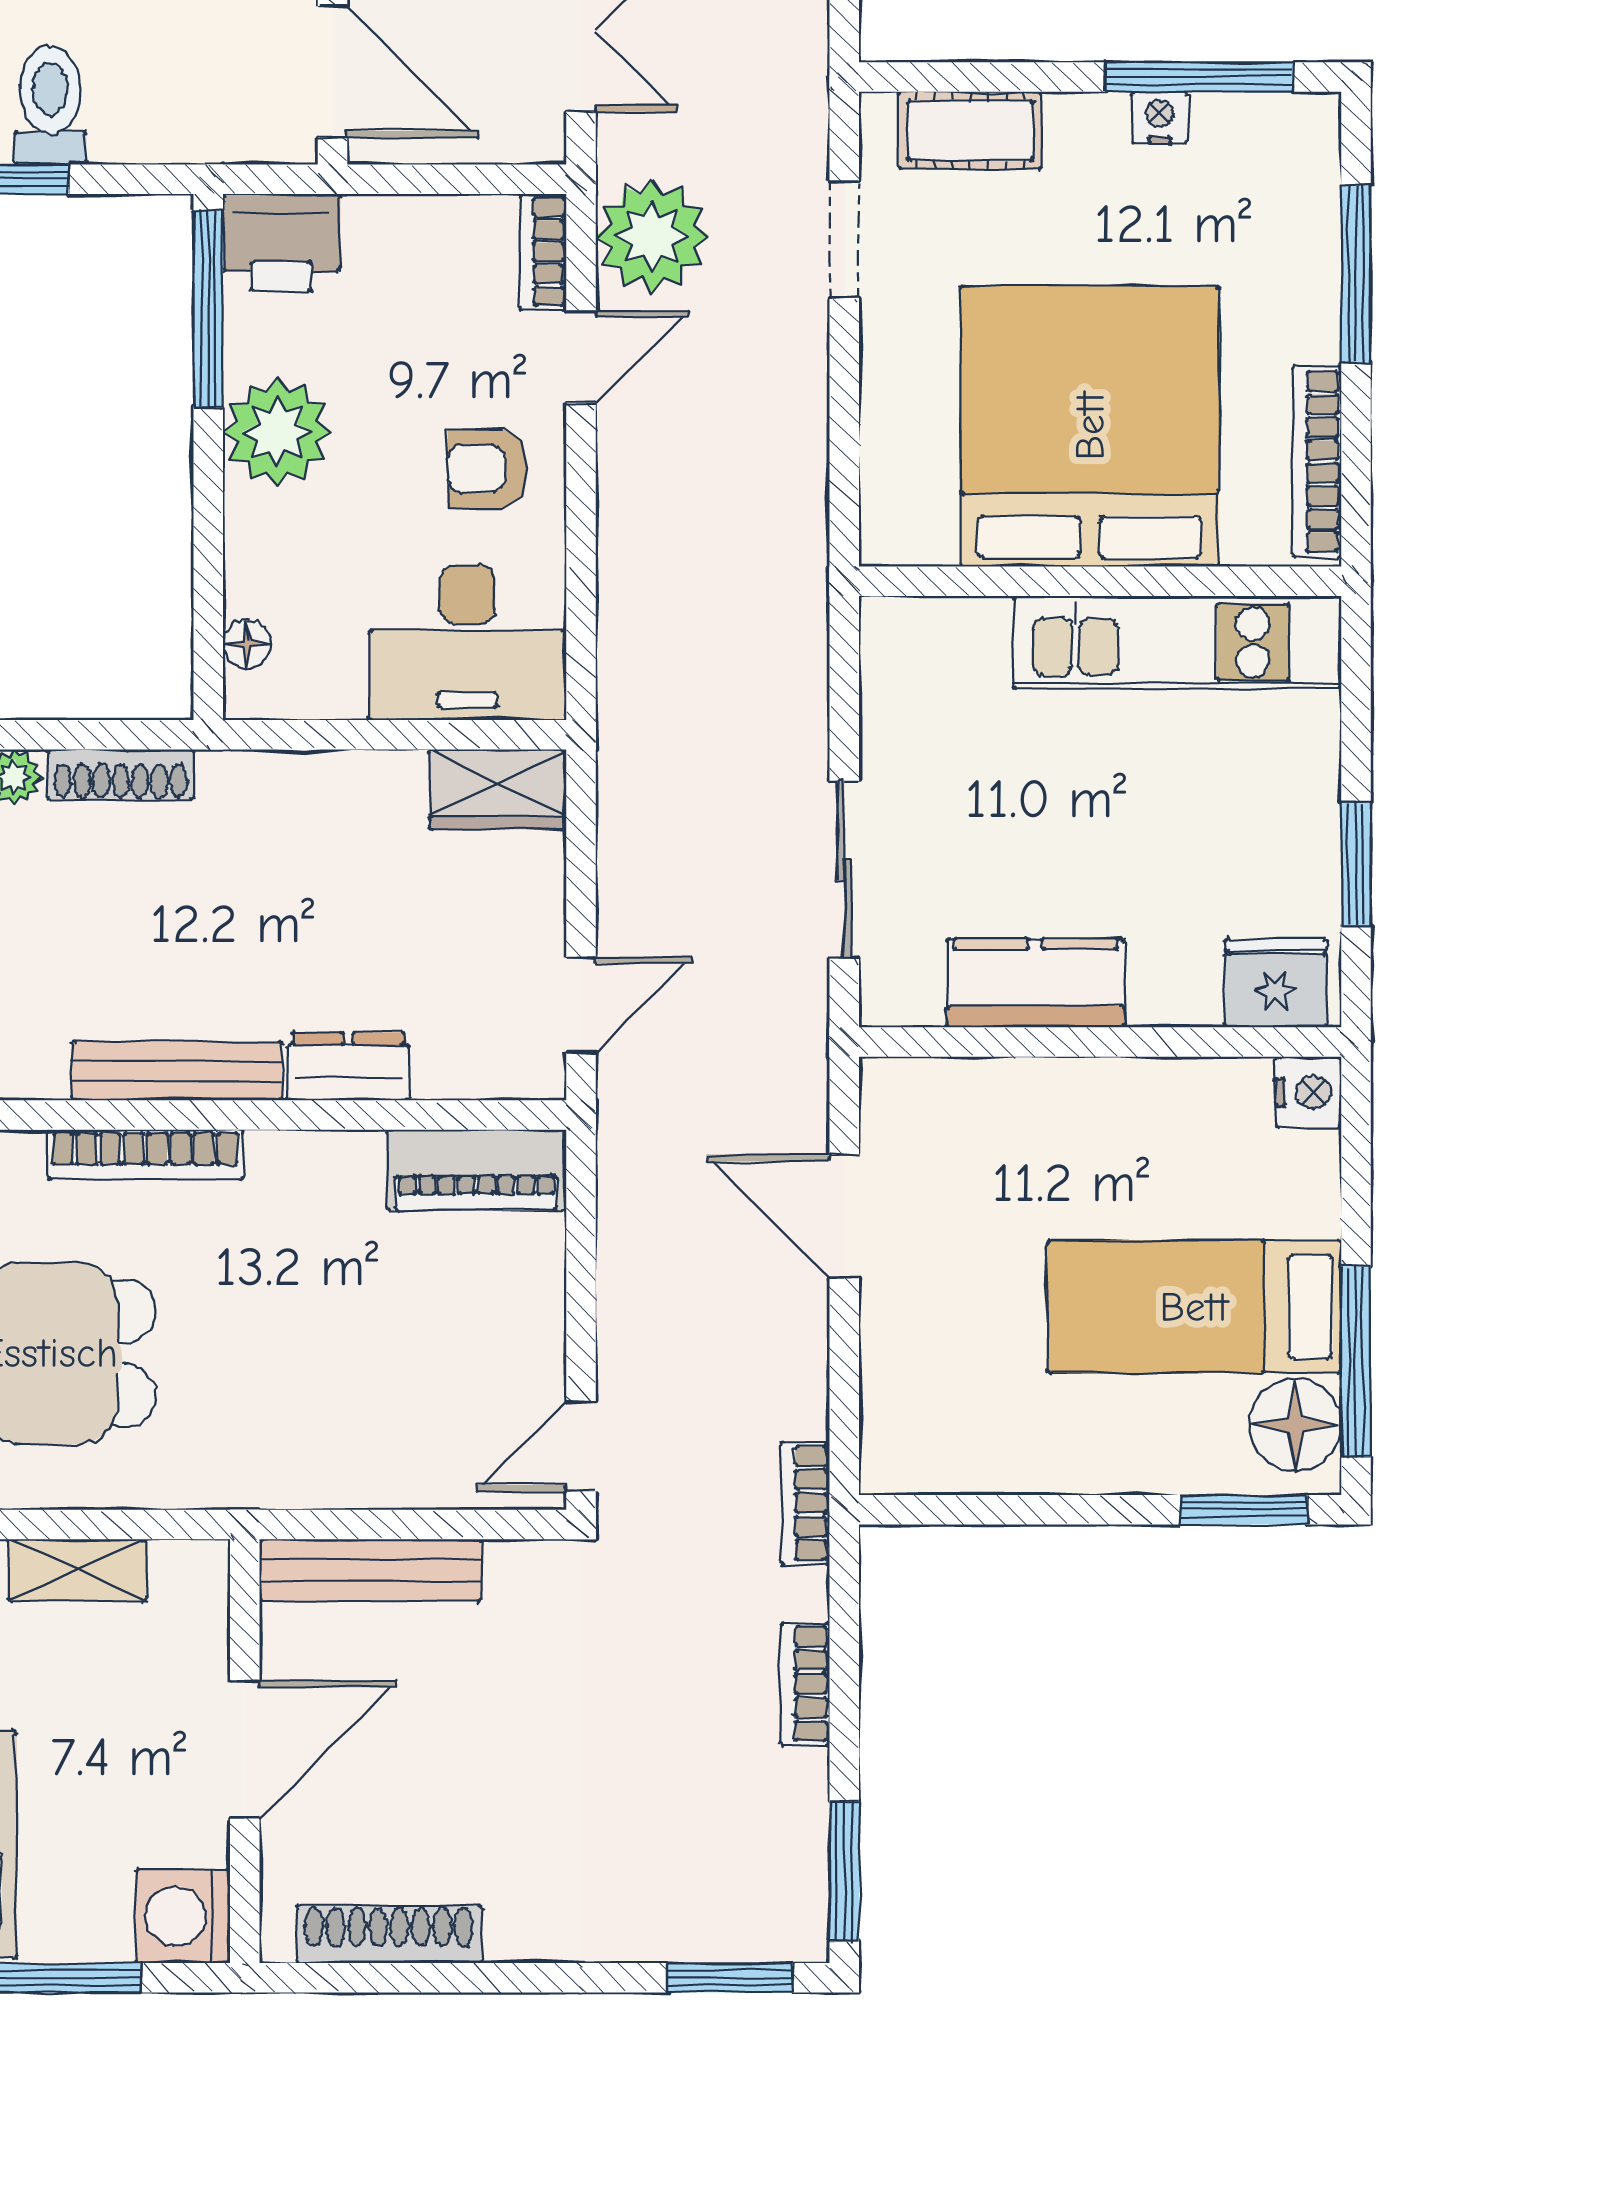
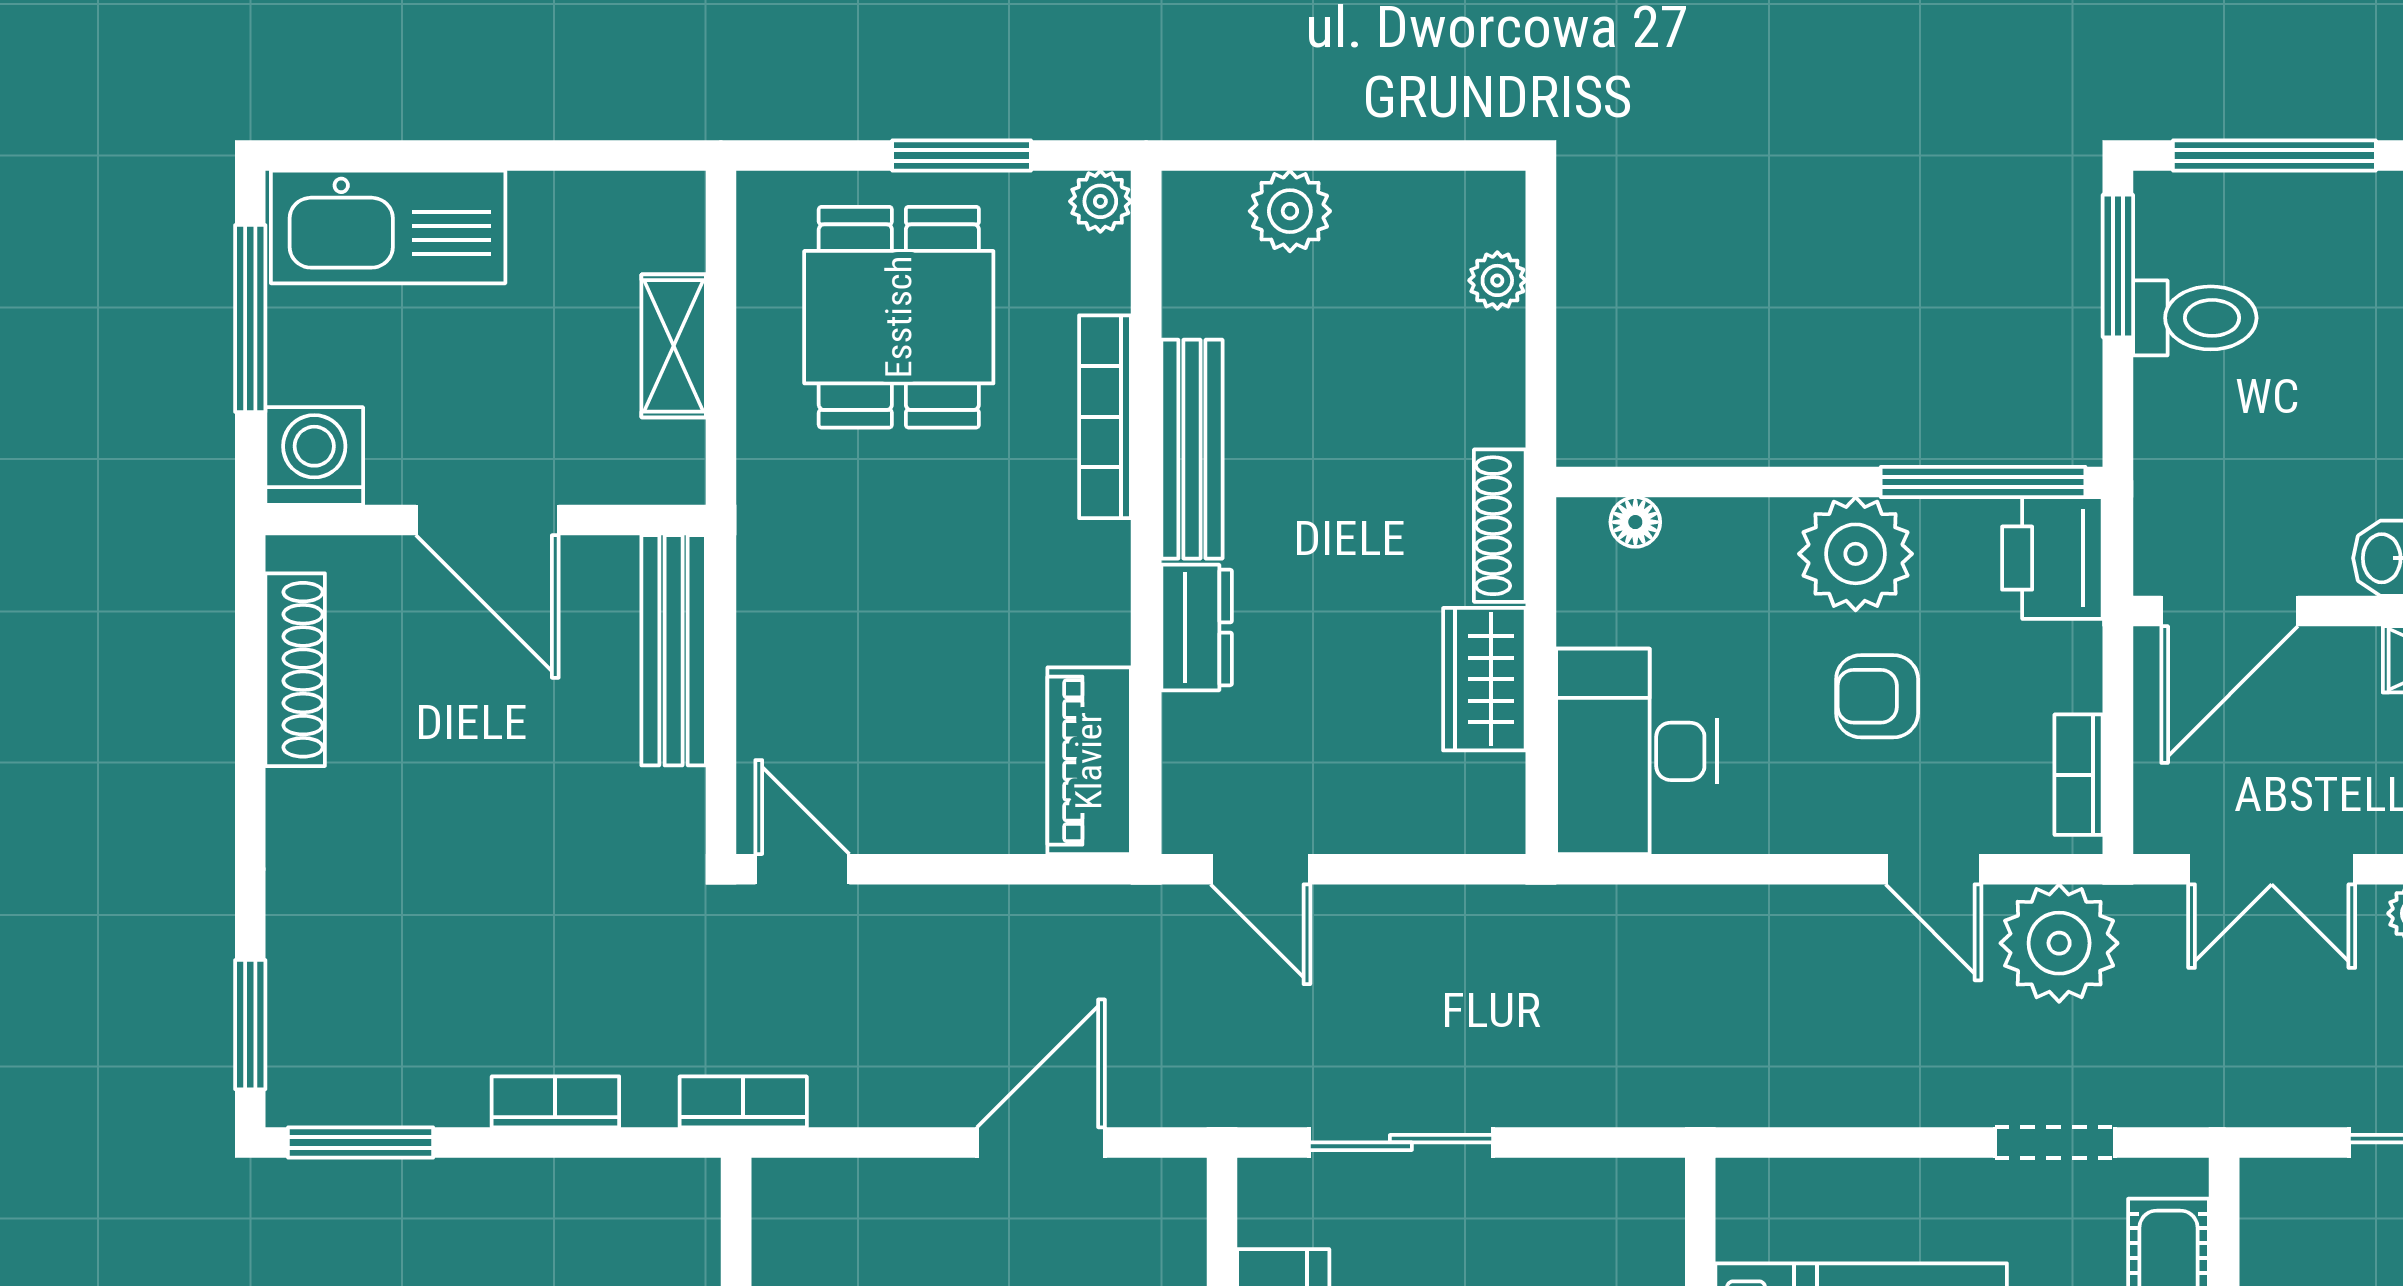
bookcase: (543, 252) -> (2079, 775), moved, turned -90
armchair: (487, 469) -> (1877, 696), moved, turned -90
shoe rack: (121, 774) -> (1500, 526), moved
wardrobe: (498, 789) -> (1484, 679), moved

